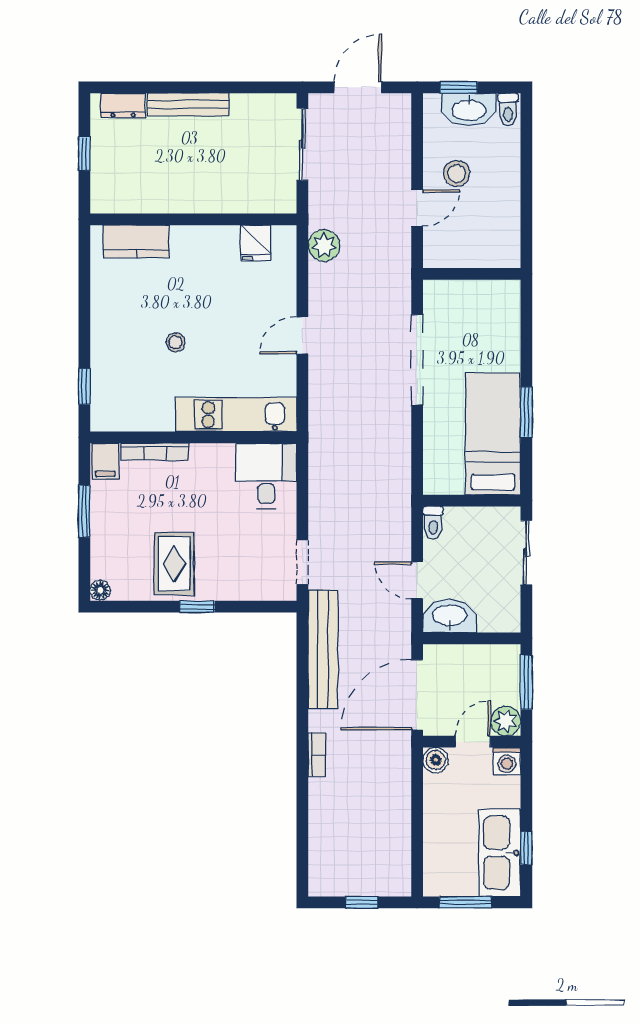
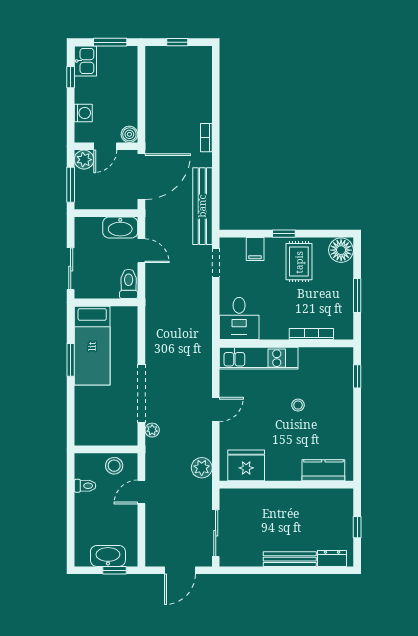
toilet: (508, 110) -> (85, 486), moved, turned 90
stool: (457, 173) -> (114, 466), moved
fridge: (255, 243) -> (246, 465), width x1.88, depth x1.34
plant: (401, 304) -> (152, 430), added
filing cabinet: (105, 461) -> (255, 249), moved, turned 180
toilet: (433, 523) -> (129, 284), width x1.37, depth x1.39
floor lamp: (100, 590) -> (341, 250), width x1.89, depth x1.89
washing machine: (507, 761) -> (83, 113), moved, turned 90
kitchen sink: (500, 853) -> (85, 61), width x0.53, depth x0.81

